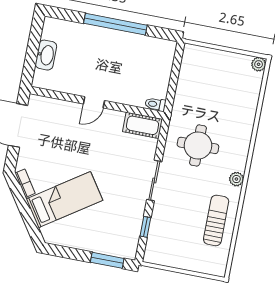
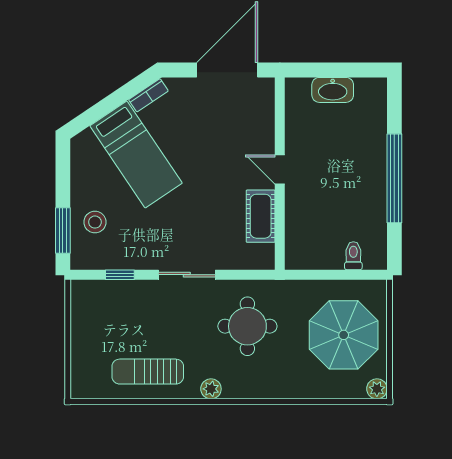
parasol: (217, 80) -> (344, 335), added
toilet: (155, 104) -> (353, 256), moved
cot: (143, 125) -> (261, 216), moved
sun lounger: (216, 220) -> (148, 372), turned 180
stool: (106, 237) -> (95, 222), added

